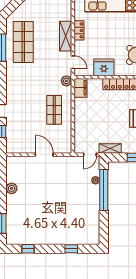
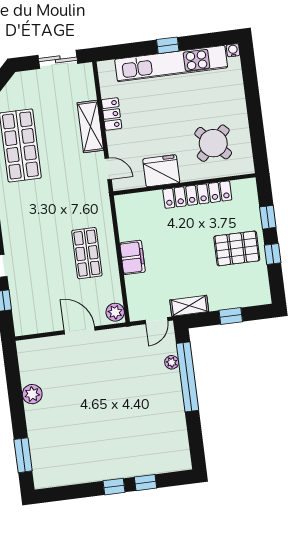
plant: (66, 81) -> (115, 312), moved
filing cabinet: (81, 88) -> (132, 257), moved
window: (28, 249) -> (114, 487), moved

